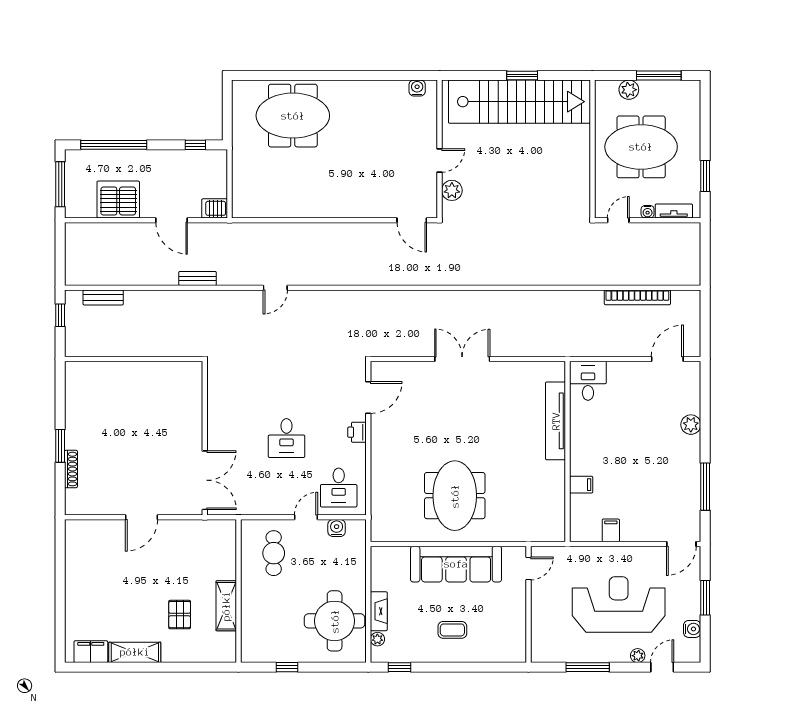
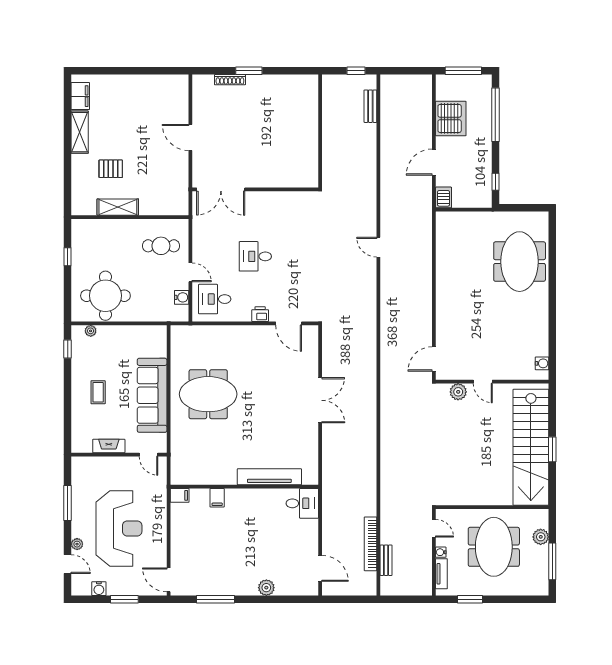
bench: (198, 278) -> (386, 560), moved
filing cabinet: (611, 530) -> (180, 495), moved
fireplace: (379, 611) -> (109, 446), moved, turned 180

